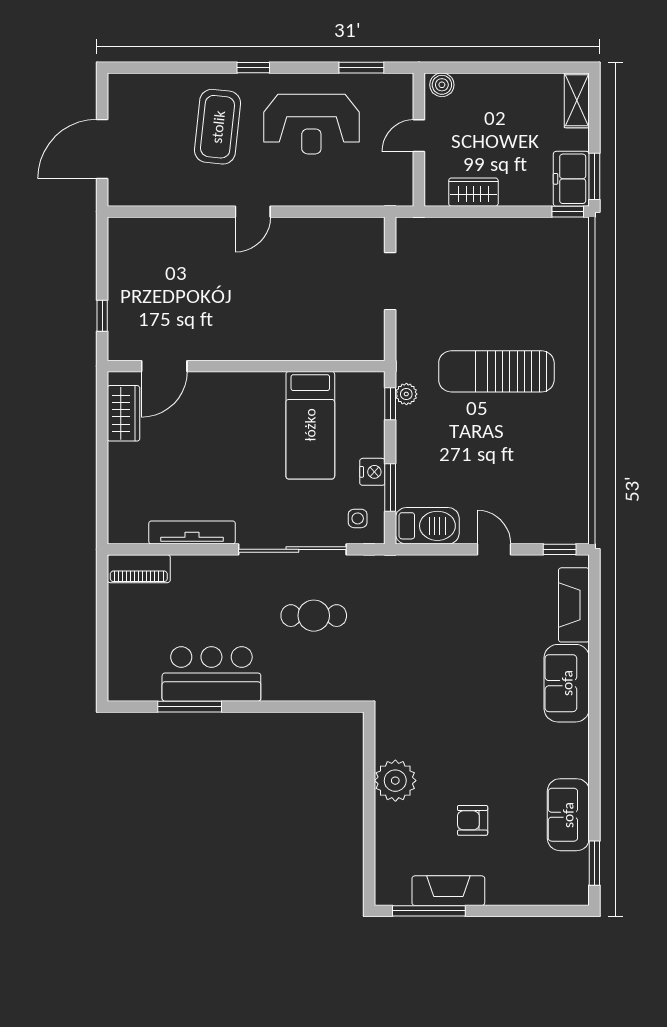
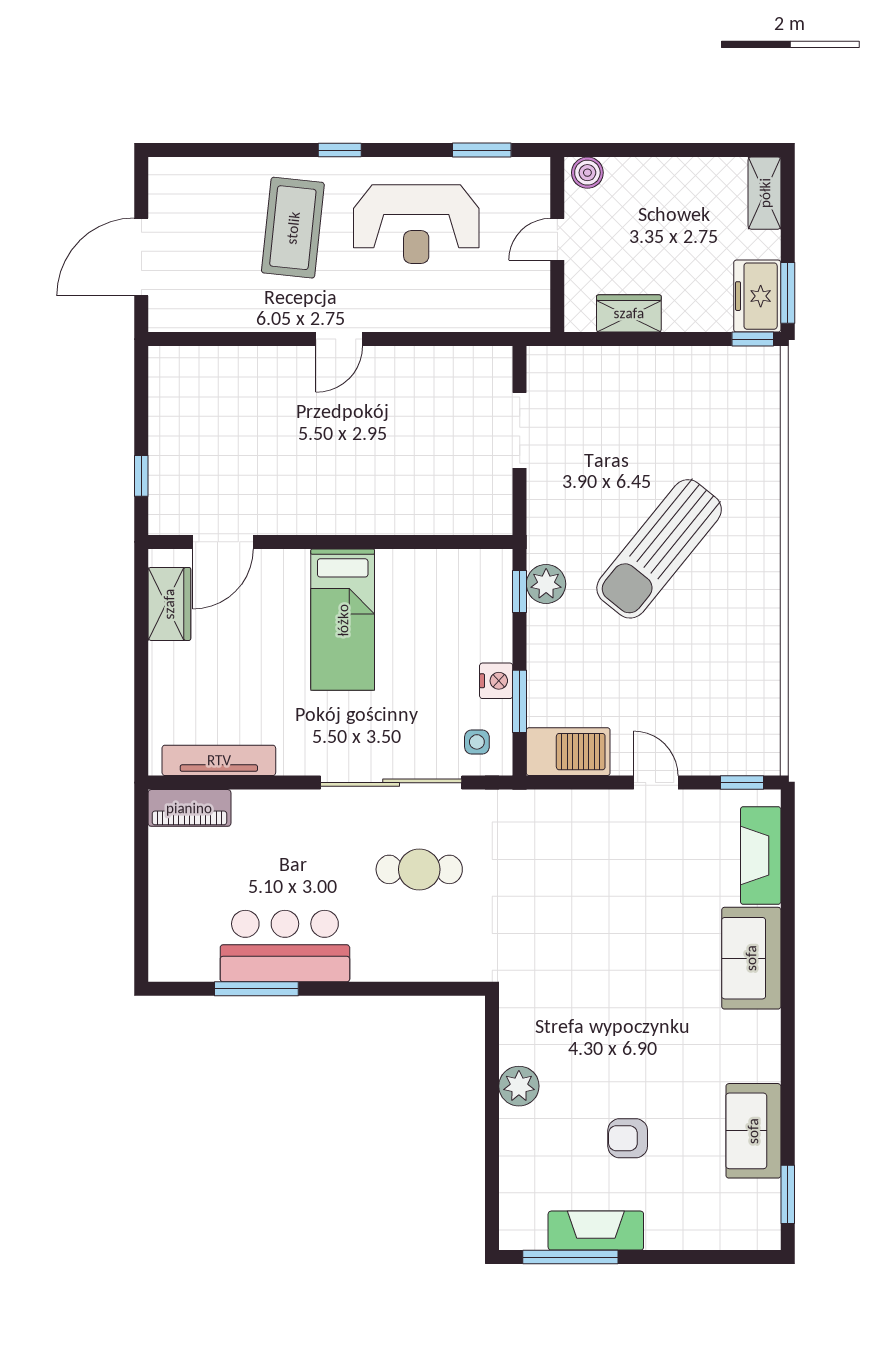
sun lounger: (496, 371) -> (659, 549), turned -51
plant: (406, 394) -> (546, 584), width x1.38, depth x1.38
bed: (310, 425) -> (343, 620), moved
tv unit: (192, 532) -> (219, 760), moved
plant: (395, 781) -> (519, 1086), width x0.73, depth x0.73

